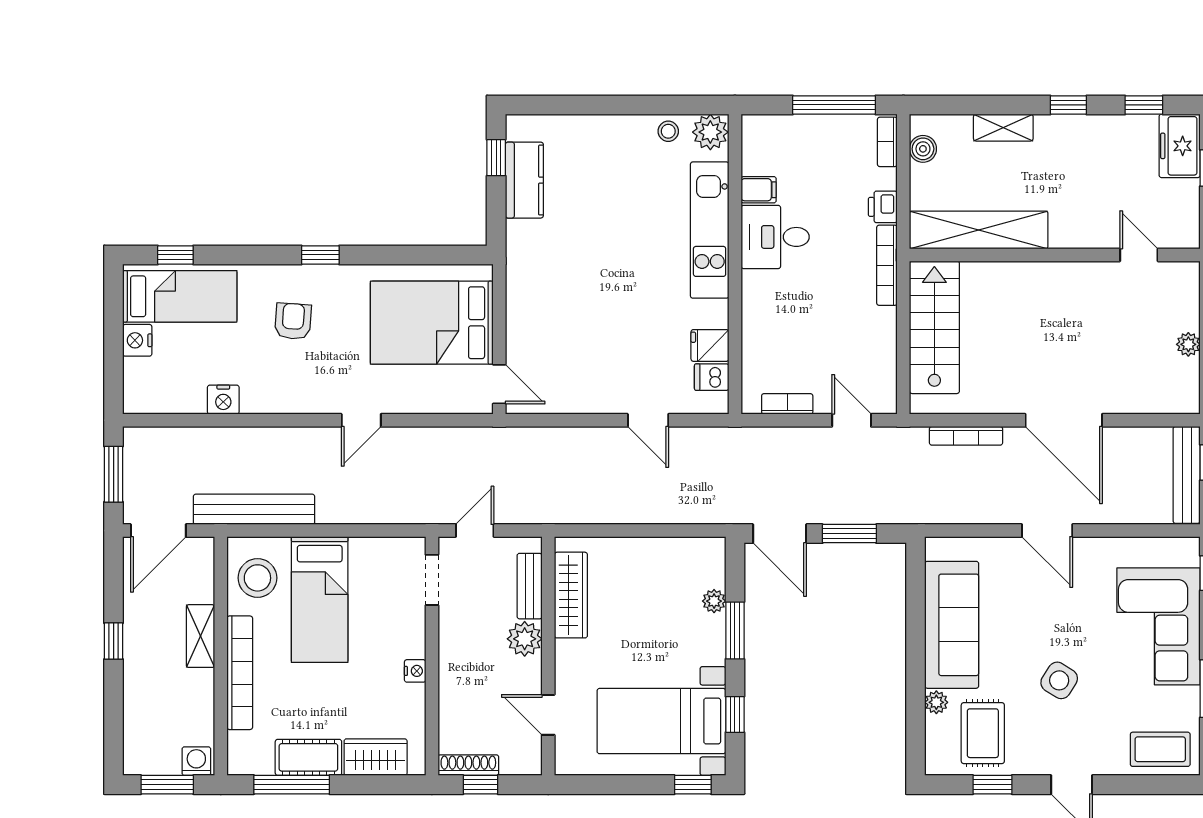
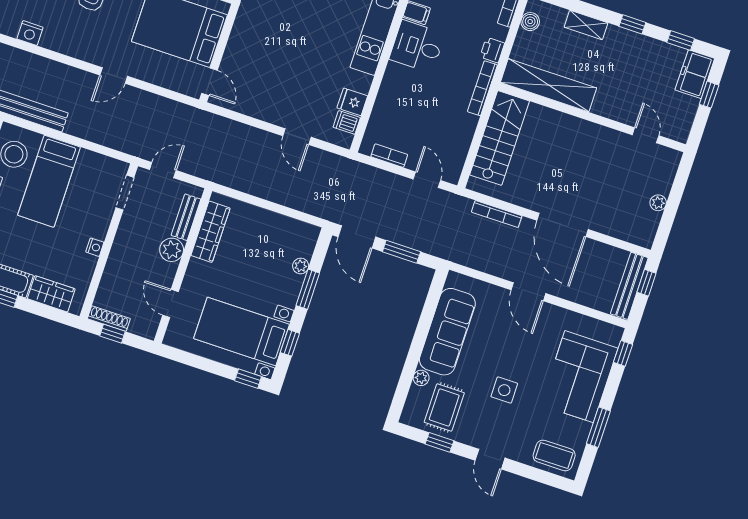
side table: (1059, 680) -> (504, 390), turned -32

